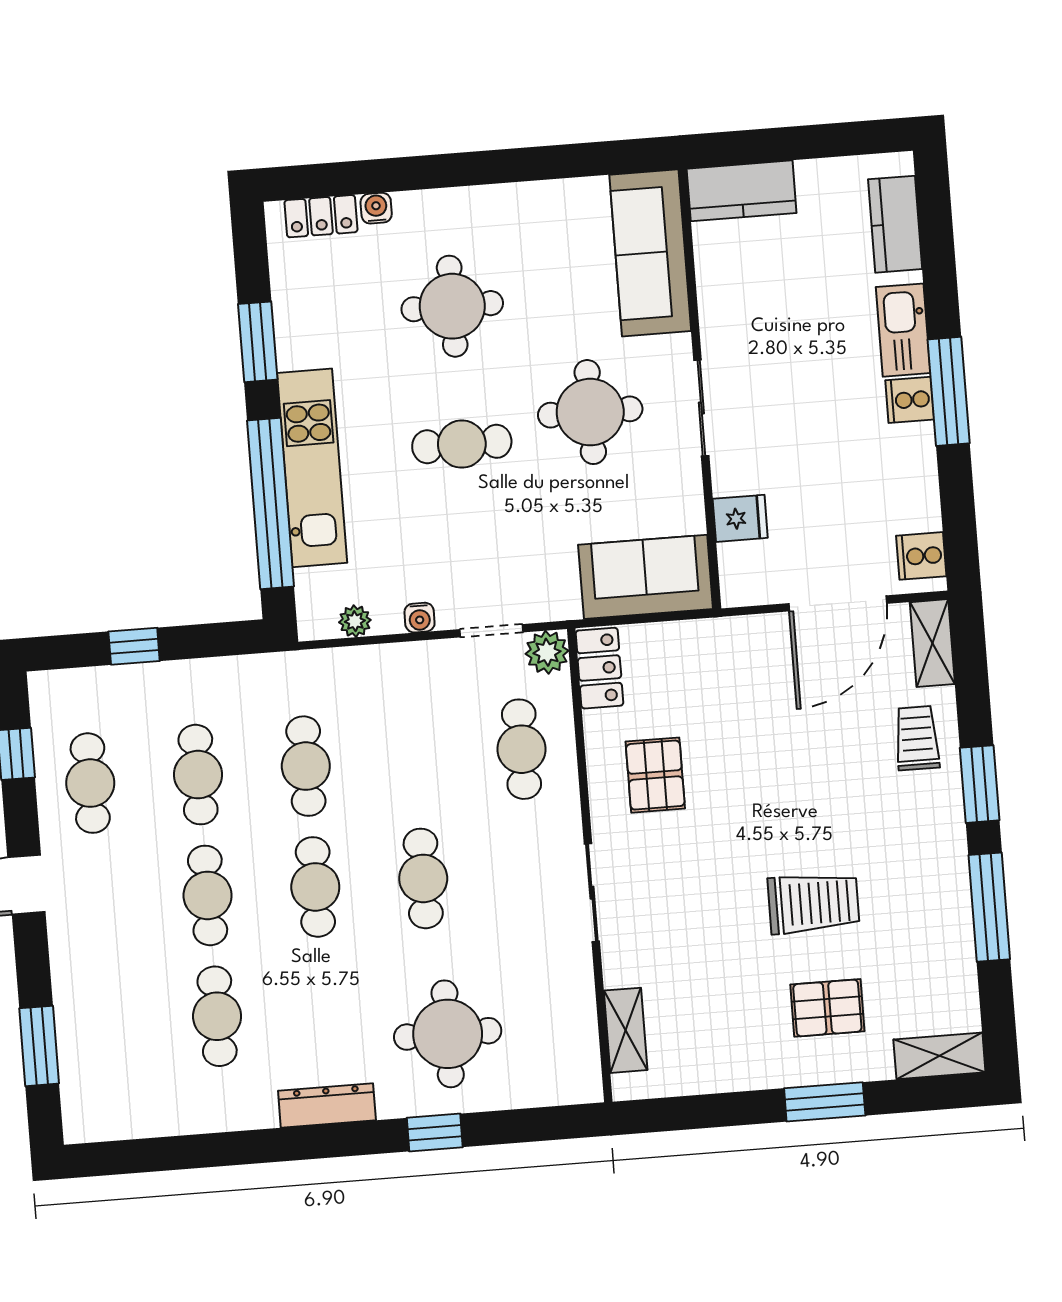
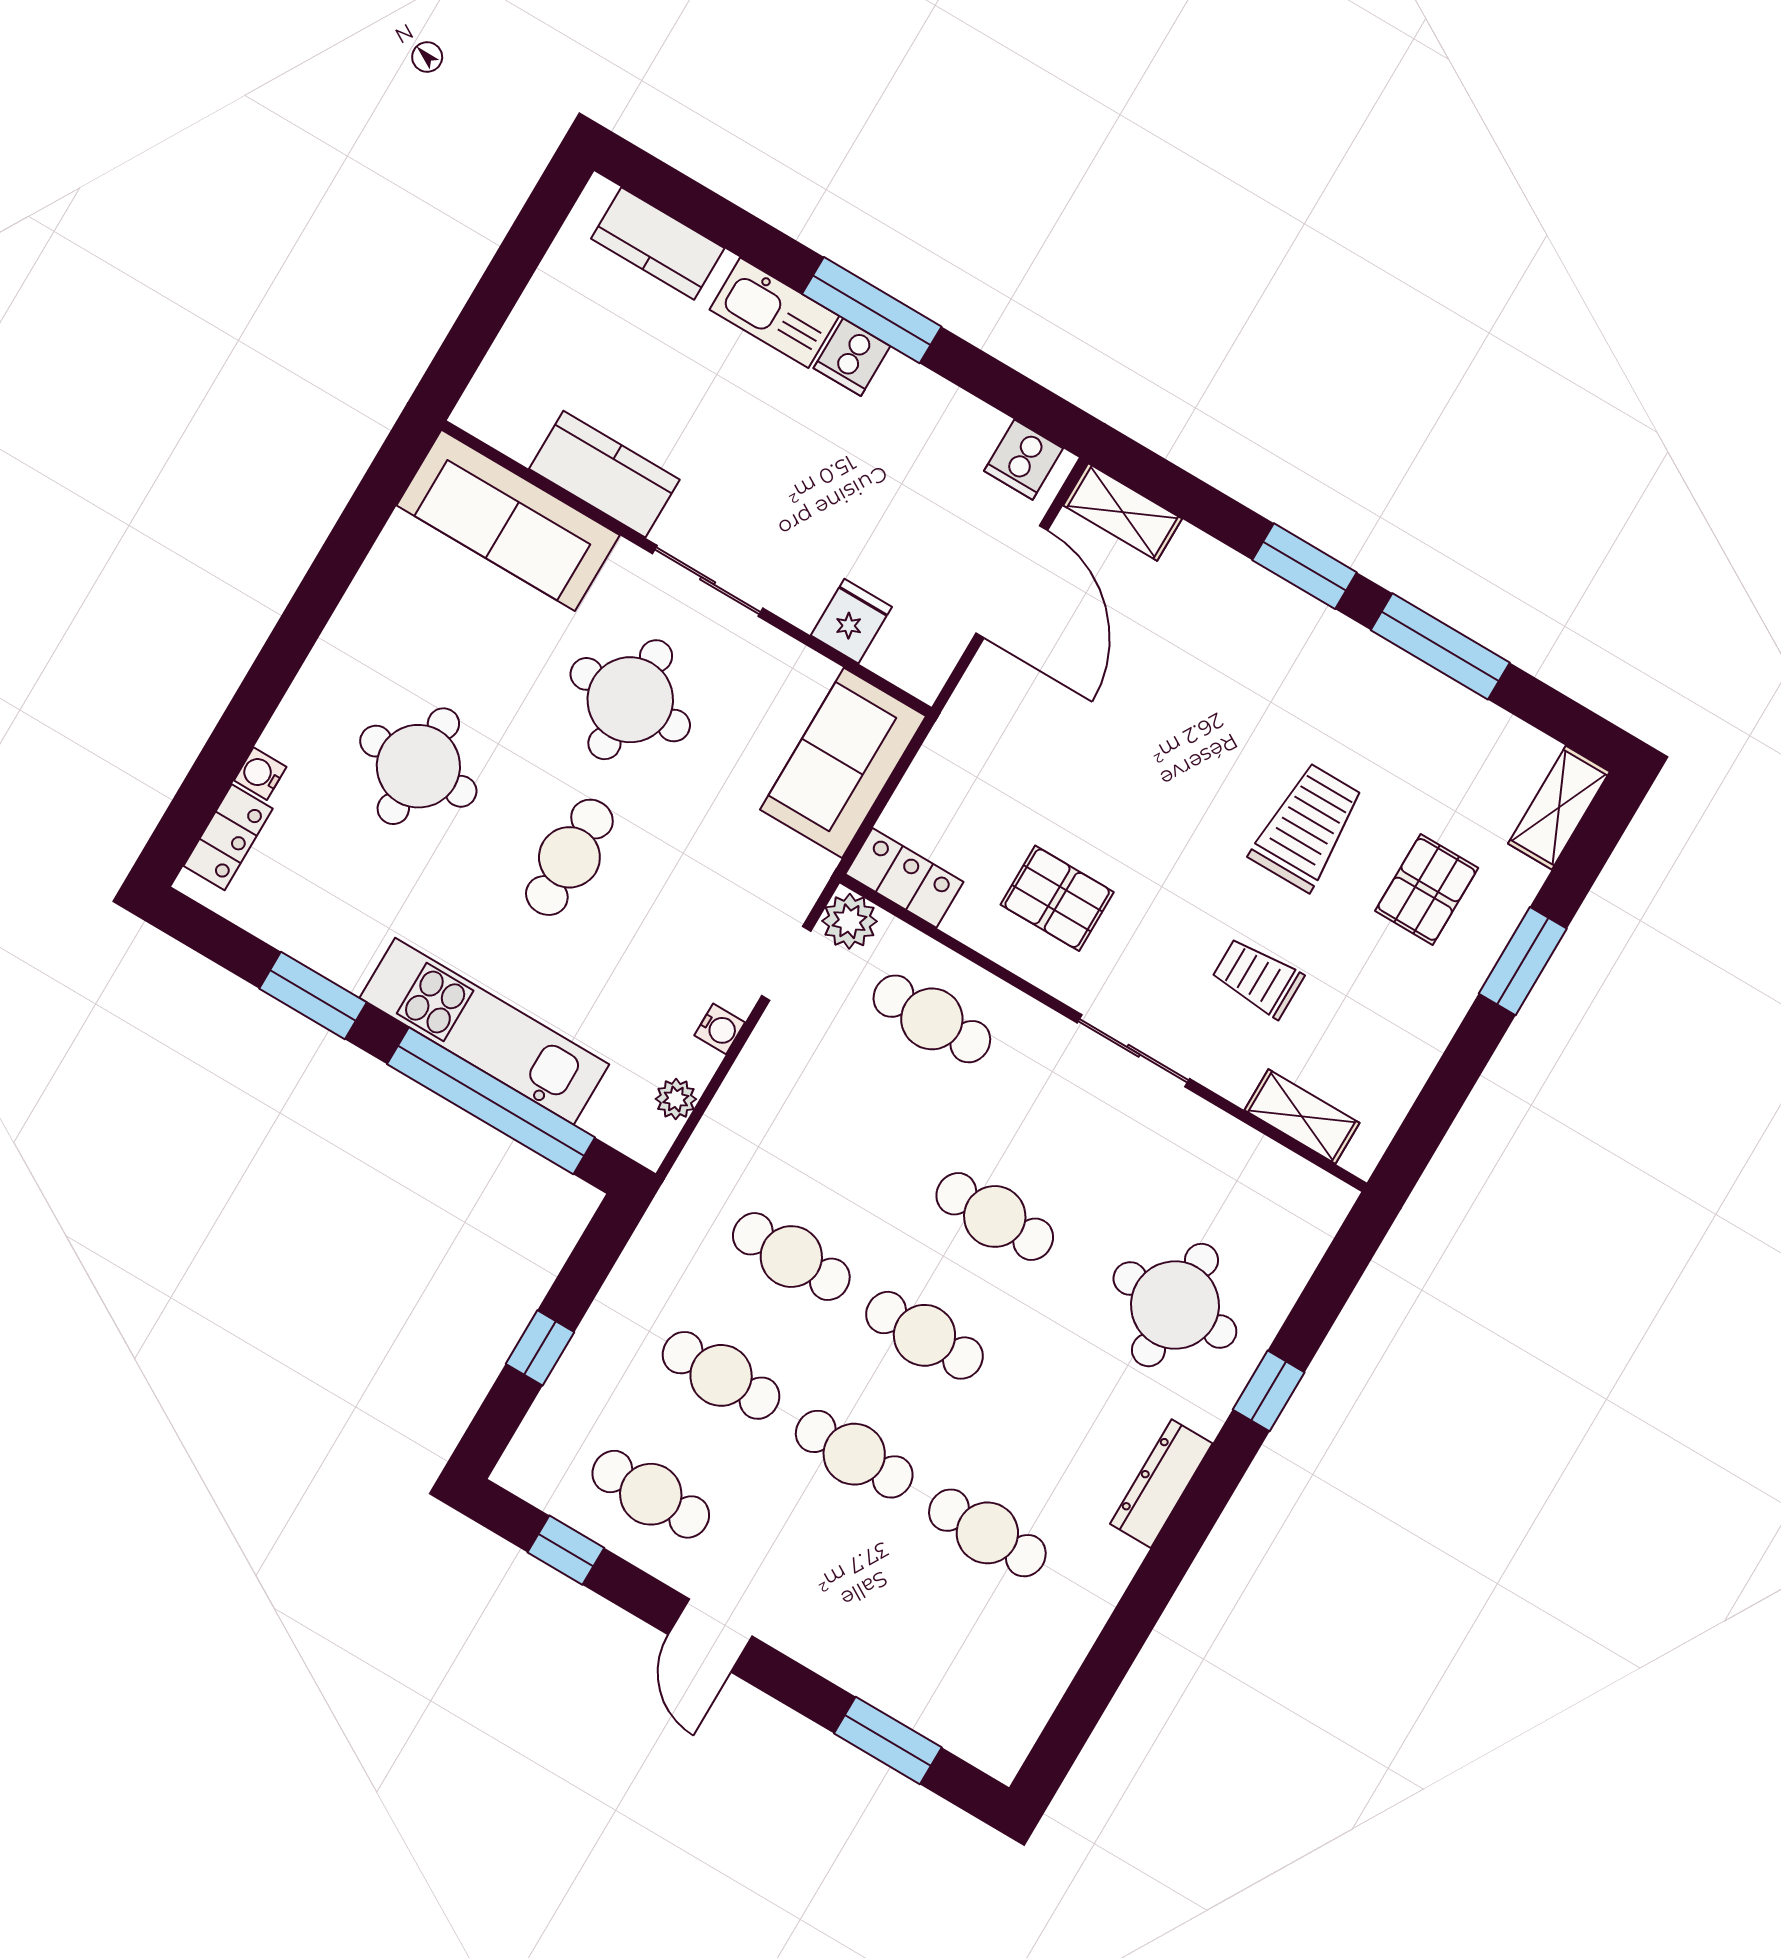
kitchen counter: (742, 191) -> (604, 474), moved, turned -90
trolley: (917, 738) -> (1258, 978), moved

